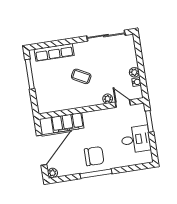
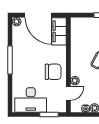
filing cabinet: (68, 123) -> (59, 31), moved
desk: (136, 139) -> (31, 100), width x1.37
chair: (94, 156) -> (53, 72), moved, turned -90

